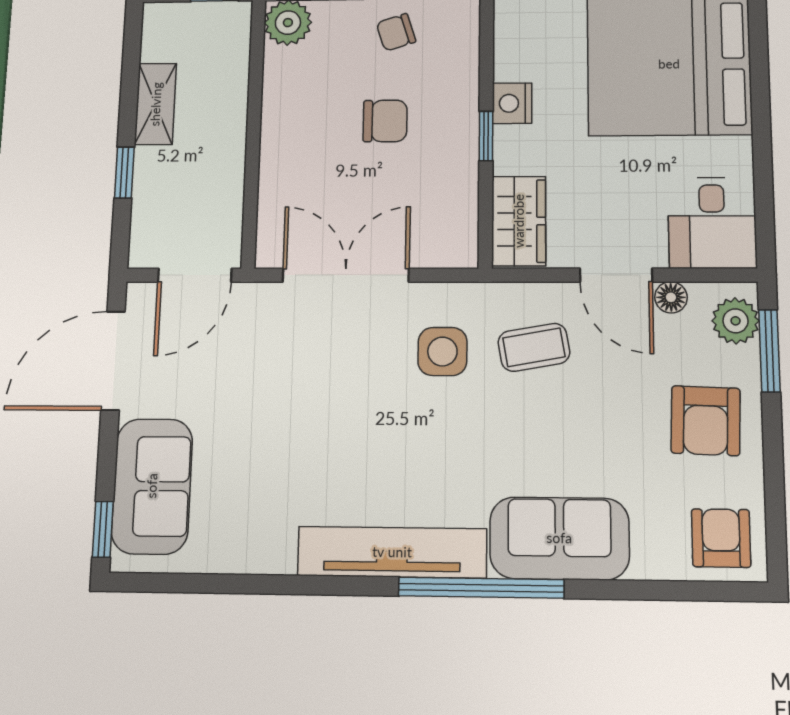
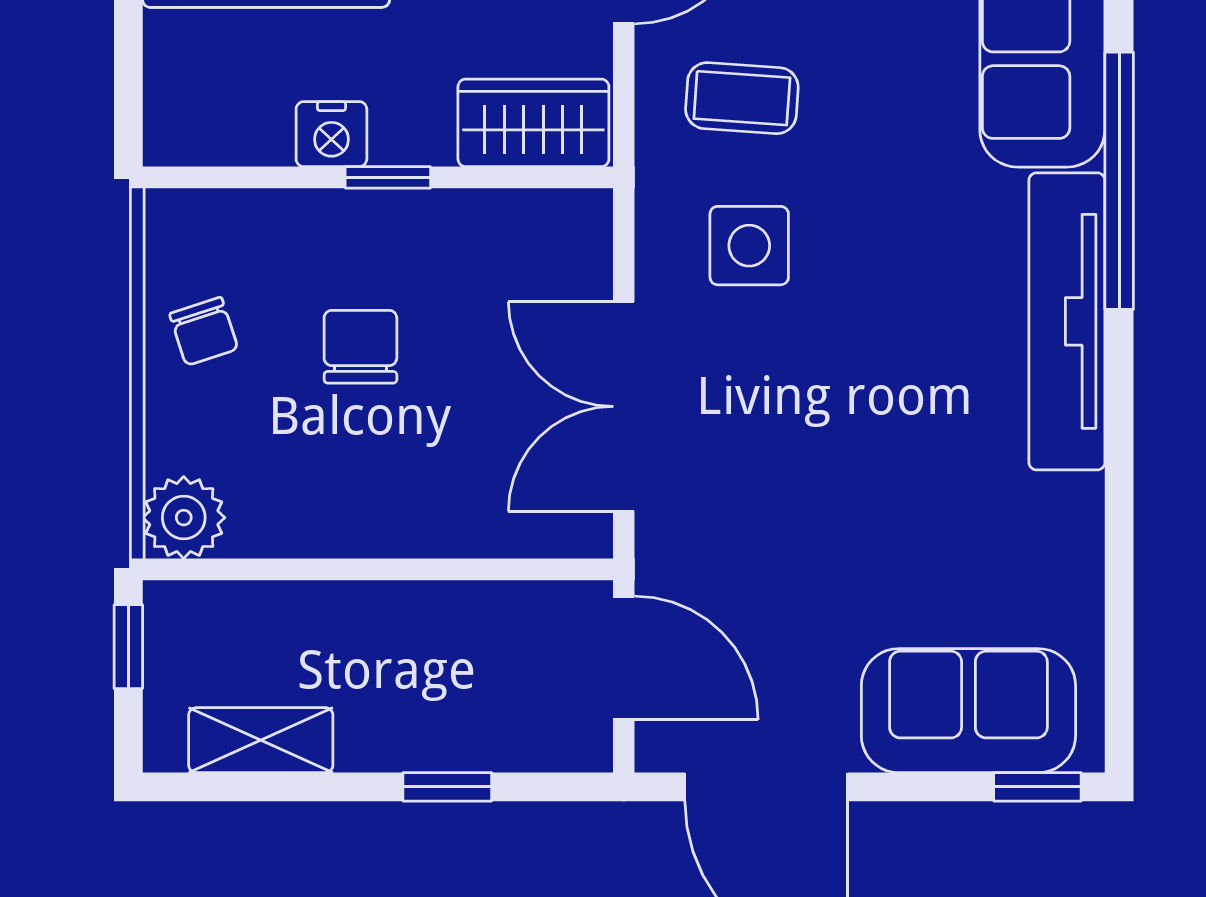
shelving: (156, 104) -> (261, 740), moved
coffee table: (534, 347) -> (742, 98), turned -76

